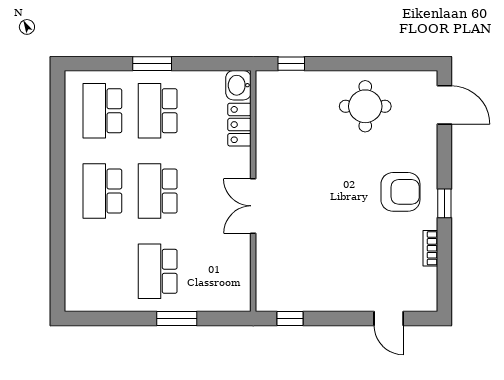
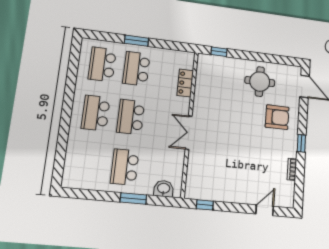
washbasin: (238, 85) -> (164, 189), moved, turned 90
armchair: (400, 192) -> (277, 117), moved
door: (389, 318) -> (265, 210), swing flipped

